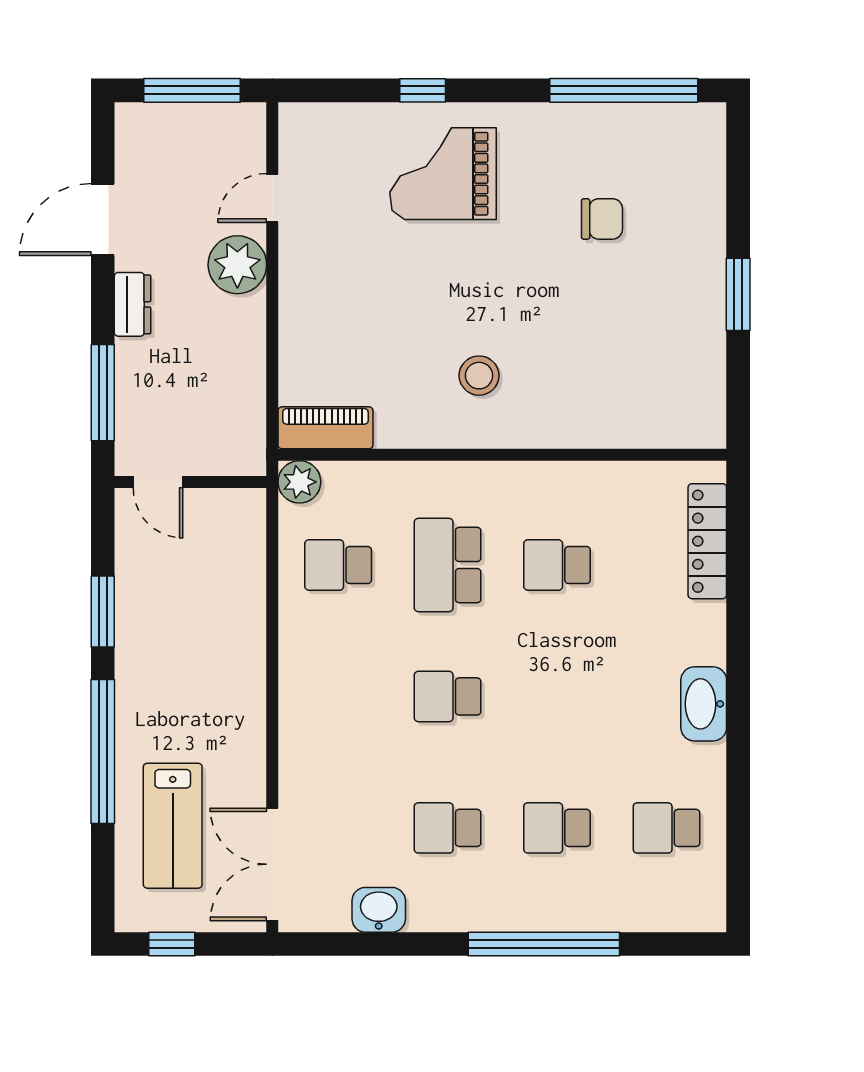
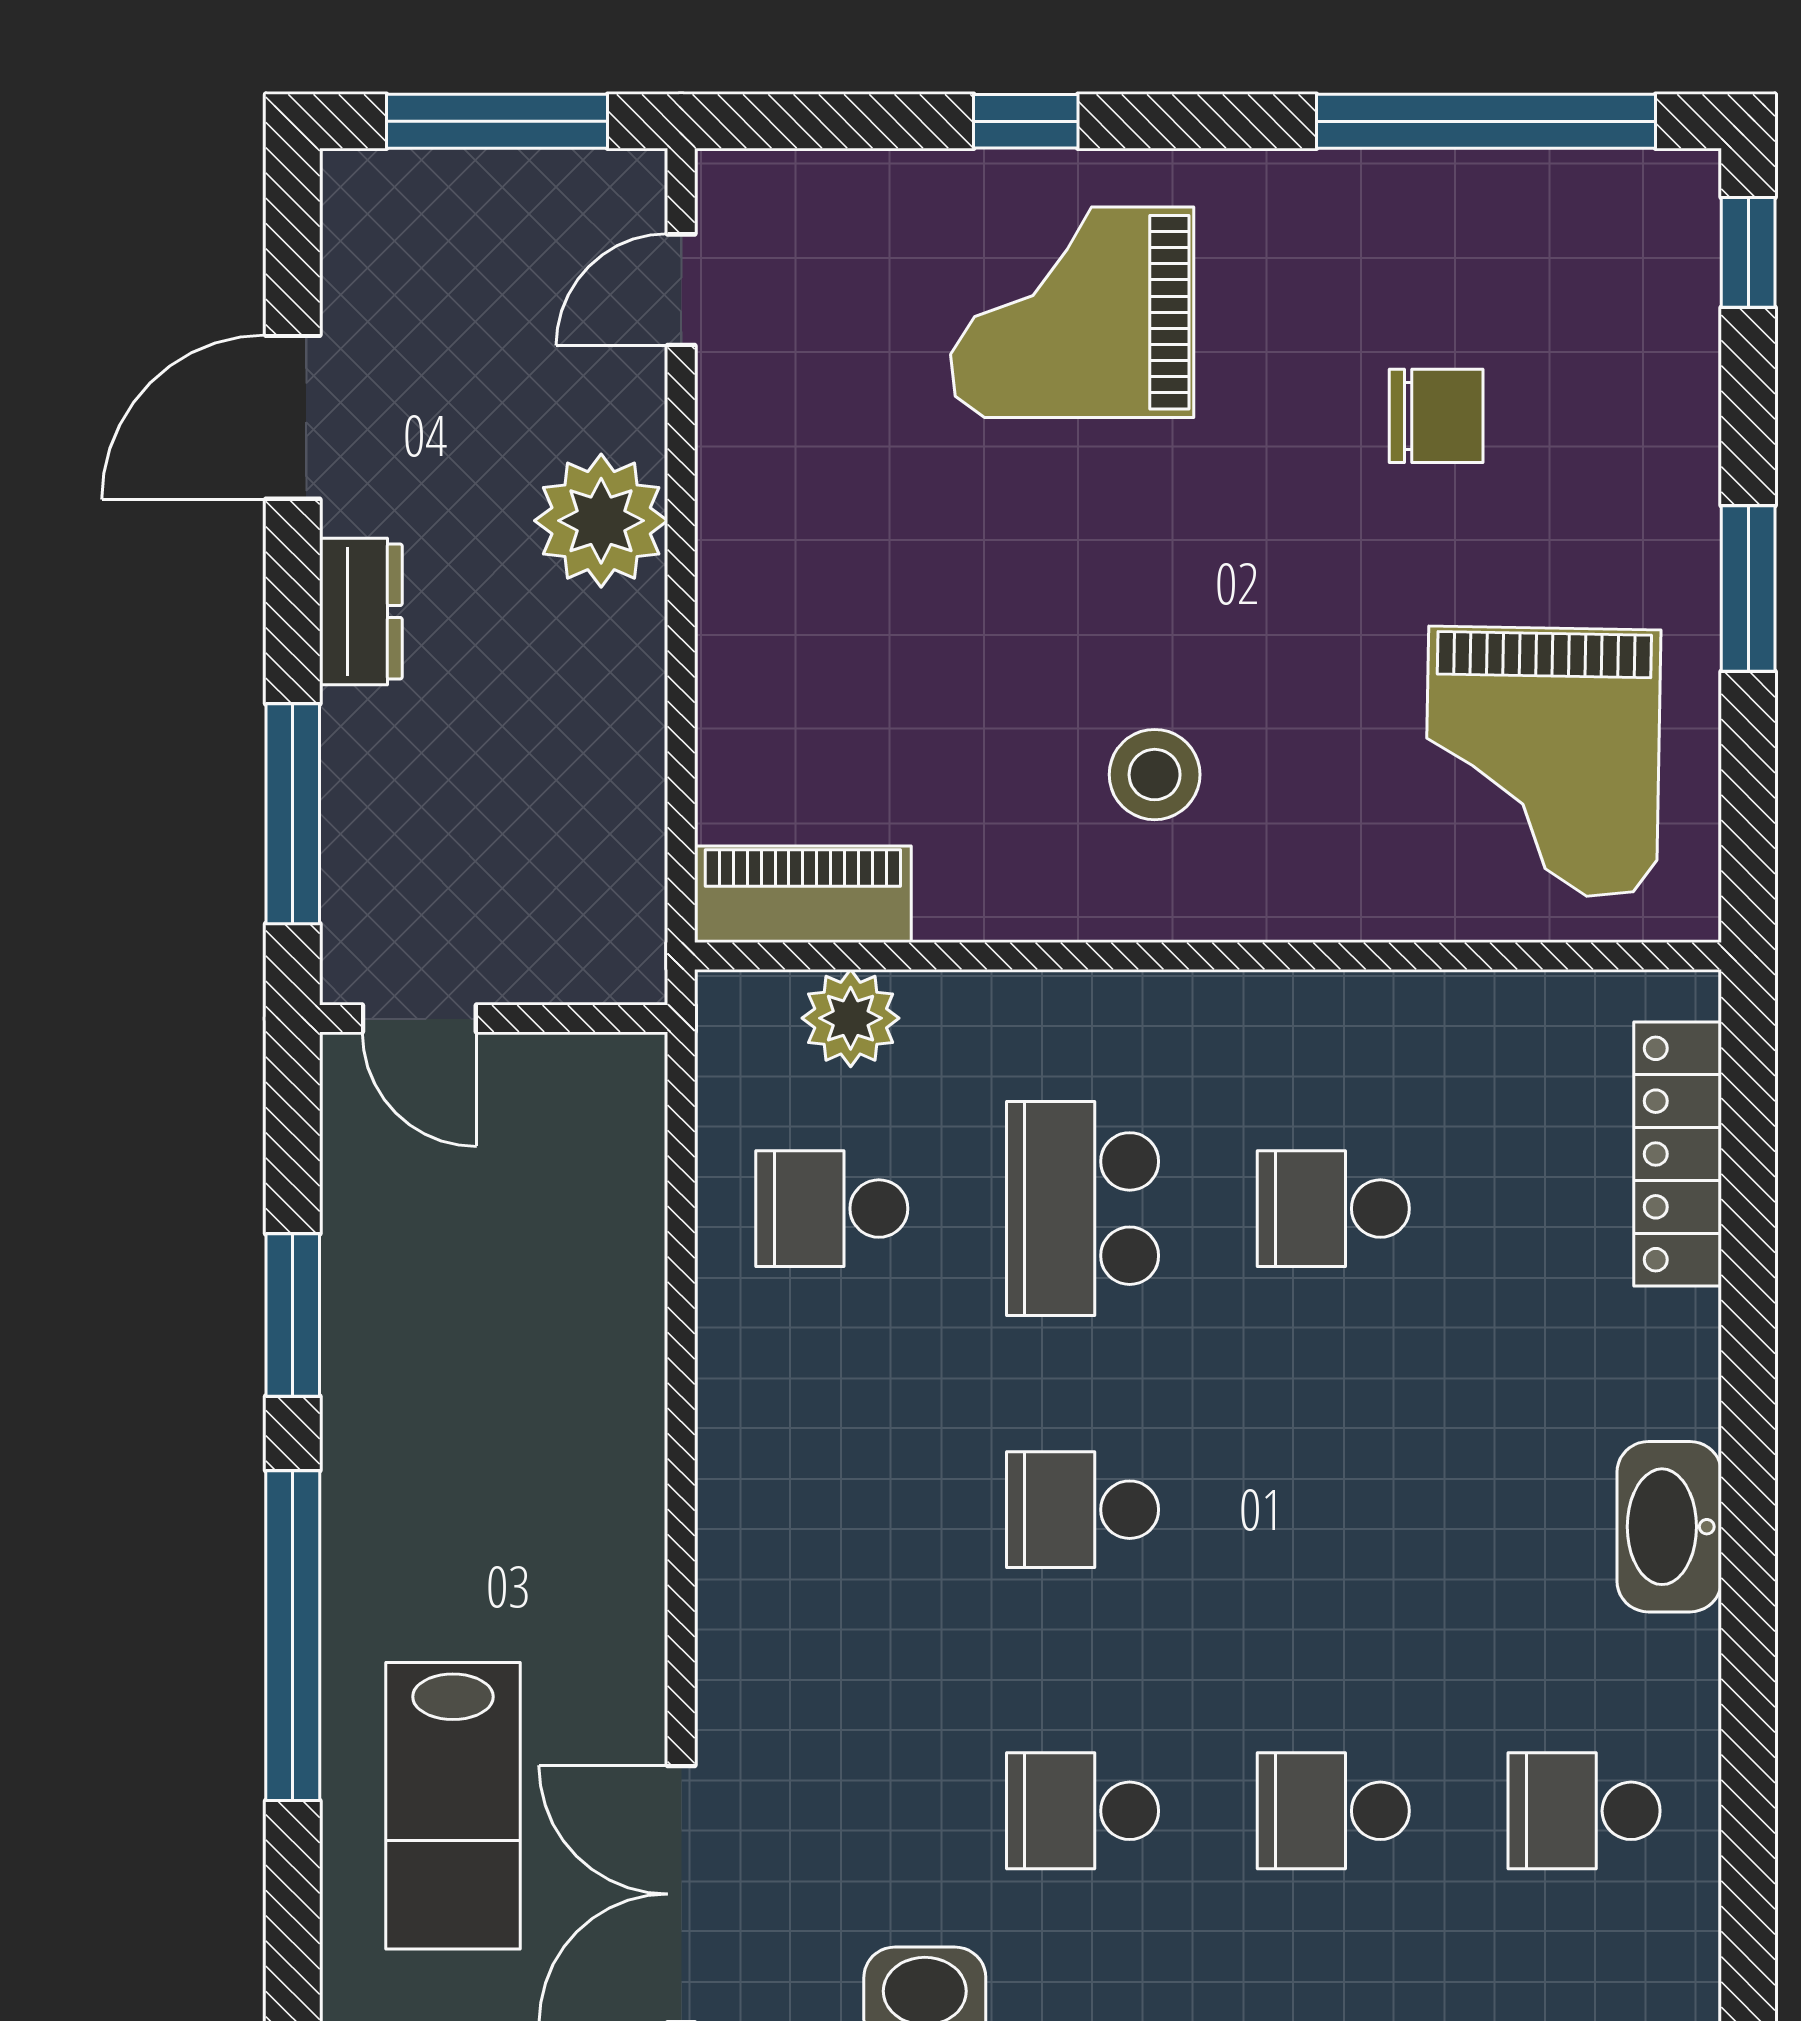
window: (738, 148) -> (1748, 252), added
door: (272, 198) -> (681, 290), moved
grand piano: (648, 370) -> (1543, 762), added
plant: (299, 482) -> (851, 1018), moved

